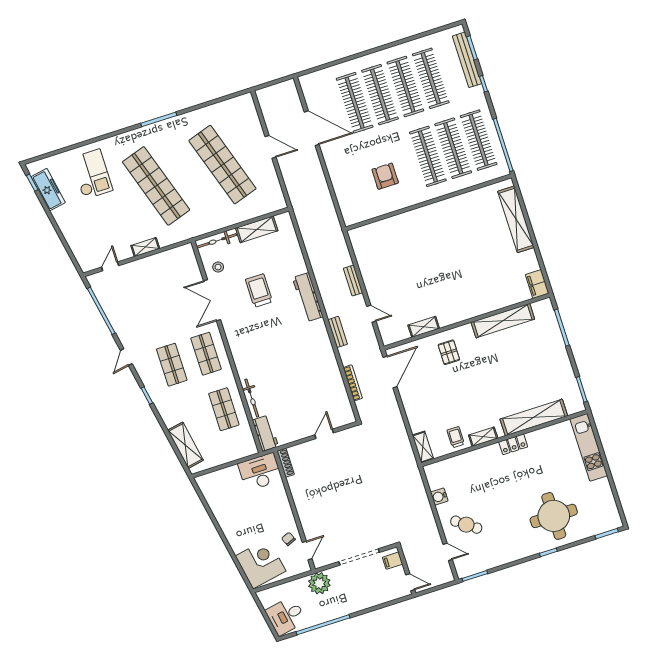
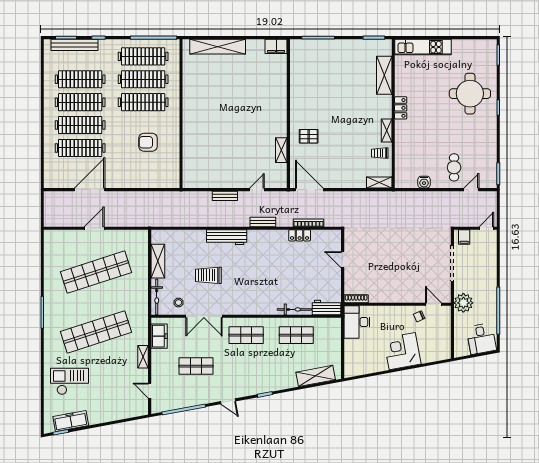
freezer: (174, 257) -> (159, 336), added
shelving: (503, 321) -> (297, 84), removed
shop shelf: (172, 365) -> (196, 366), moved
locker: (336, 377) -> (300, 235), added
shelving: (534, 417) -> (384, 75), width x0.68
cafe table: (466, 525) -> (454, 167), turned -36
corner desk: (261, 564) -> (402, 351), moved

